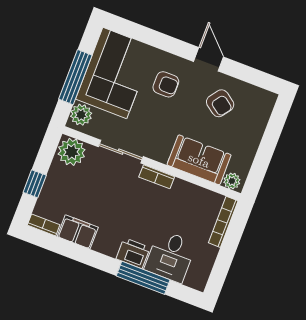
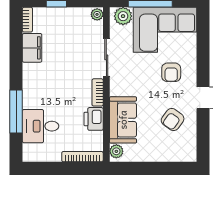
plant: (72, 152) -> (97, 14), width x0.53, depth x0.53
printer: (133, 253) -> (94, 119), moved, turned 180

